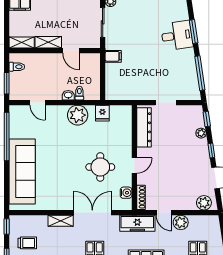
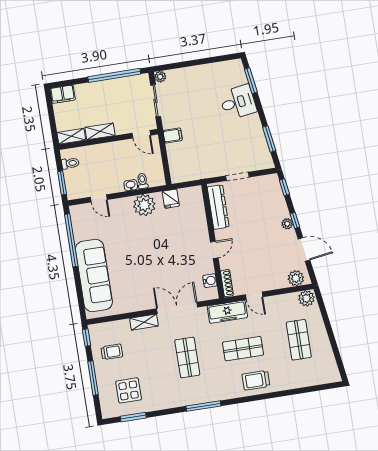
window: (194, 31) -> (251, 81), moved
door: (71, 51) -> (141, 134), moved
window: (200, 73) -> (269, 139), width x0.69
plant: (201, 133) -> (287, 224), moved
round table: (100, 167) -> (178, 257), removed
plant: (181, 222) -> (306, 298), moved

